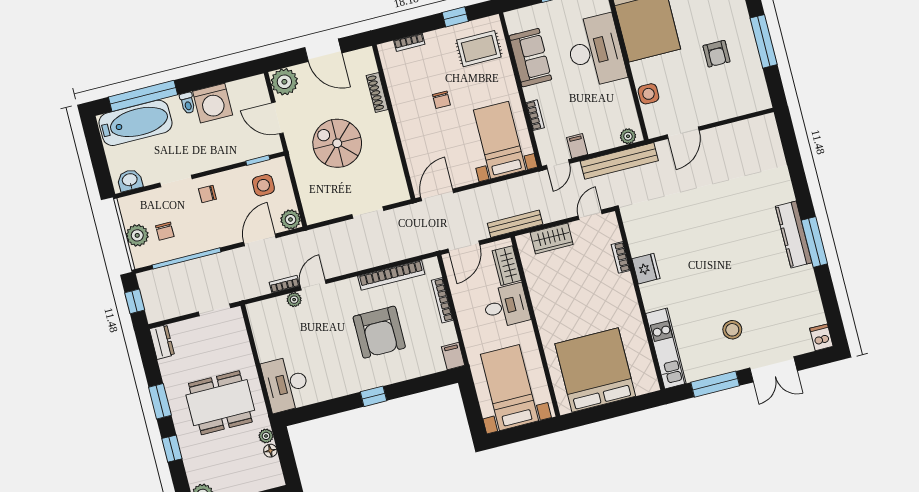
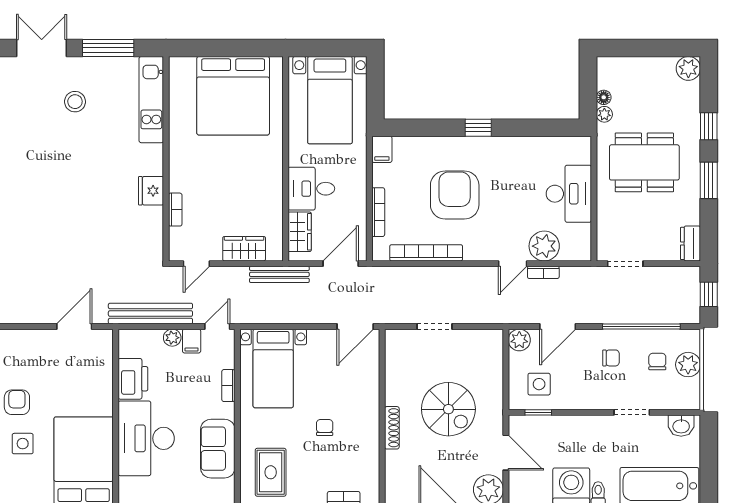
rug: (479, 49) -> (271, 472), turned 90
shoe rack: (377, 93) -> (392, 428), moved
side table: (648, 94) -> (23, 444), moved
printer: (620, 100) -> (133, 379), added
plant: (628, 136) -> (172, 338), moved
chair: (207, 194) -> (611, 358), moved
plant: (294, 300) -> (544, 246), width x1.88, depth x1.88
desk: (286, 384) -> (569, 194), moved

